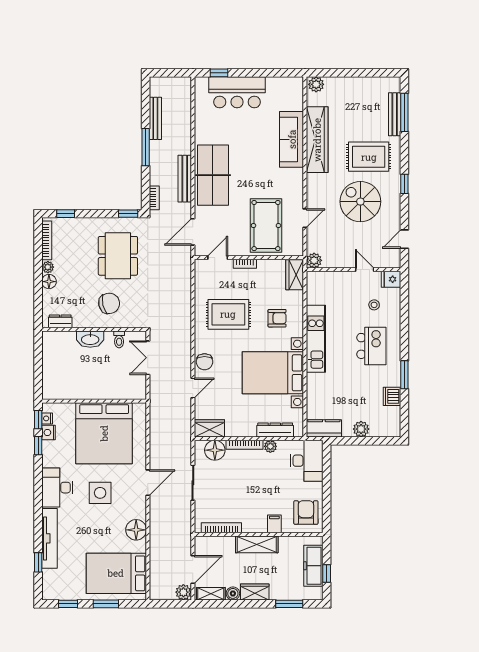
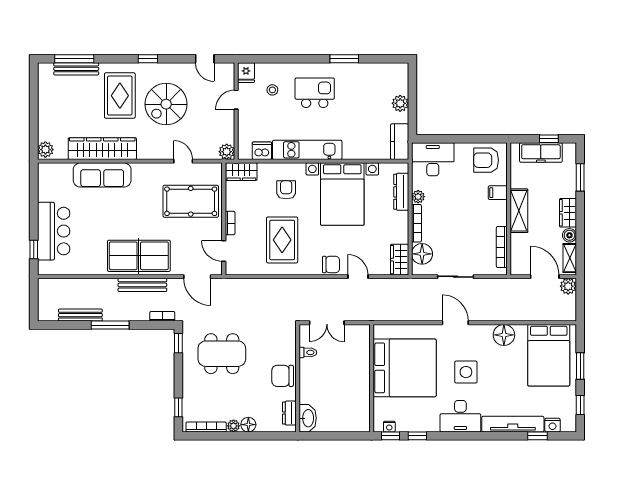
chair: (109, 303) -> (283, 376), moved, turned -77
washbasin: (90, 339) -> (308, 418), moved
dishwasher: (392, 396) -> (262, 151), moved, turned 180
nightstand: (48, 432) -> (552, 425), moved

